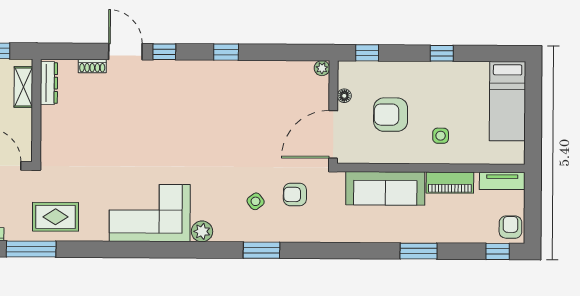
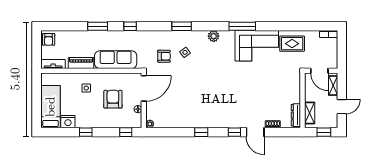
nightstand: (475, 73) -> (68, 122), added
armchair: (391, 115) -> (113, 99), turned -90
corner sofa: (150, 213) -> (257, 46), moved
window: (31, 249) -> (242, 26), moved
window: (498, 251) -> (130, 26), moved

